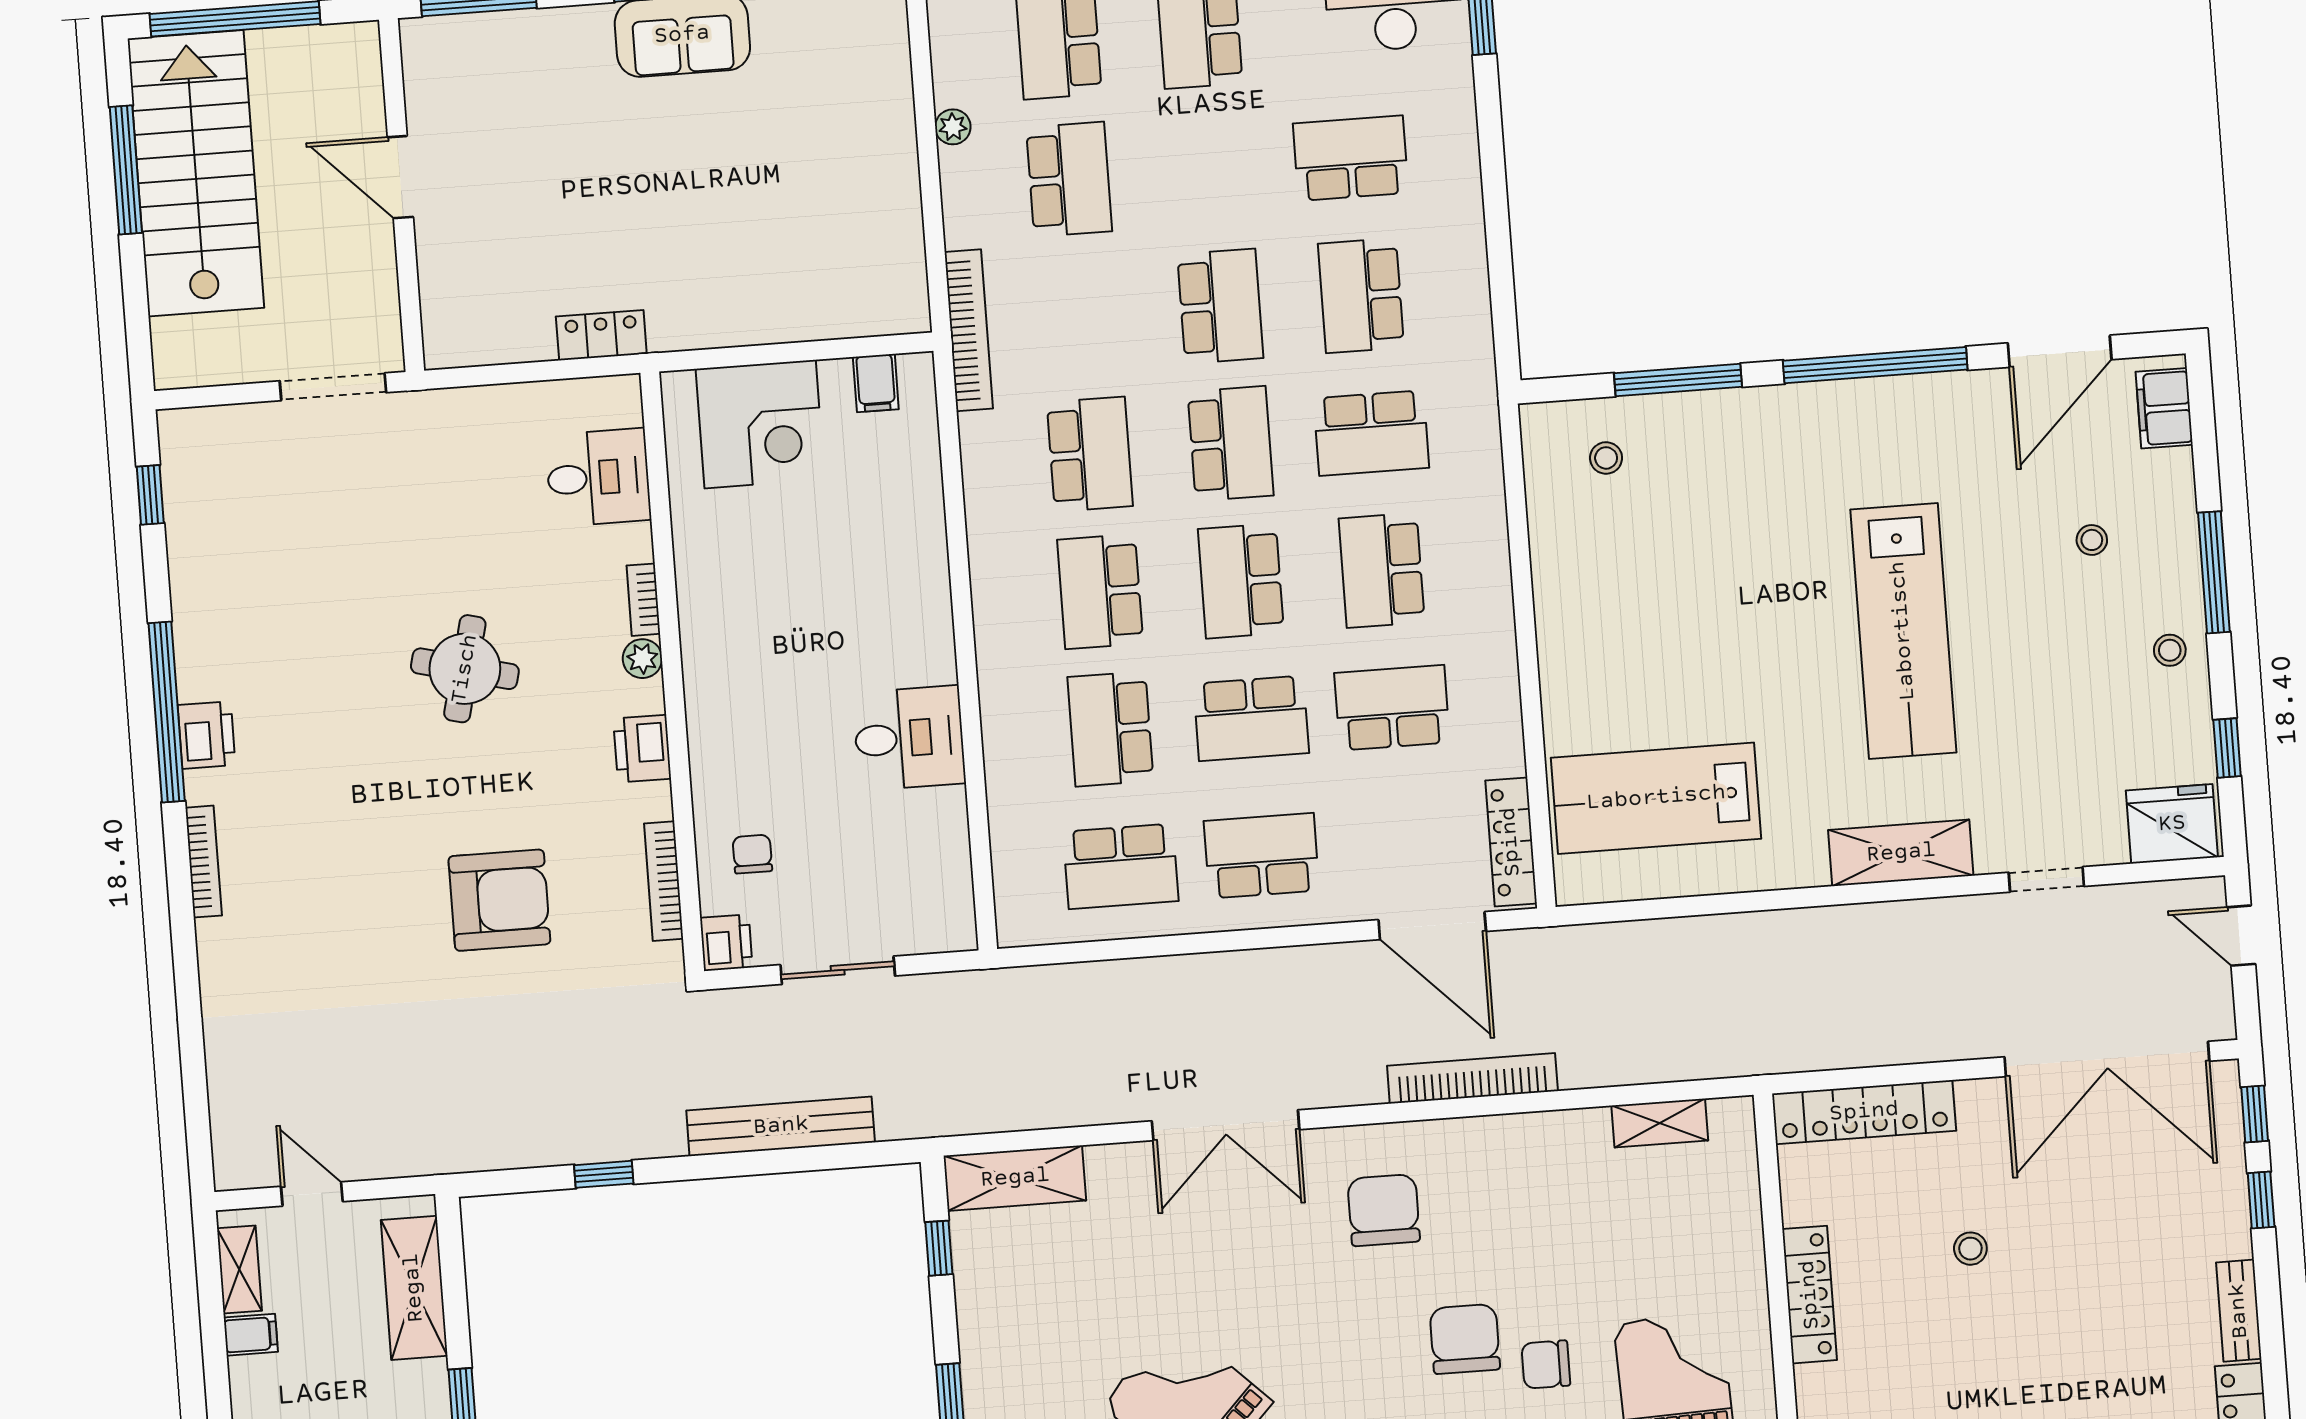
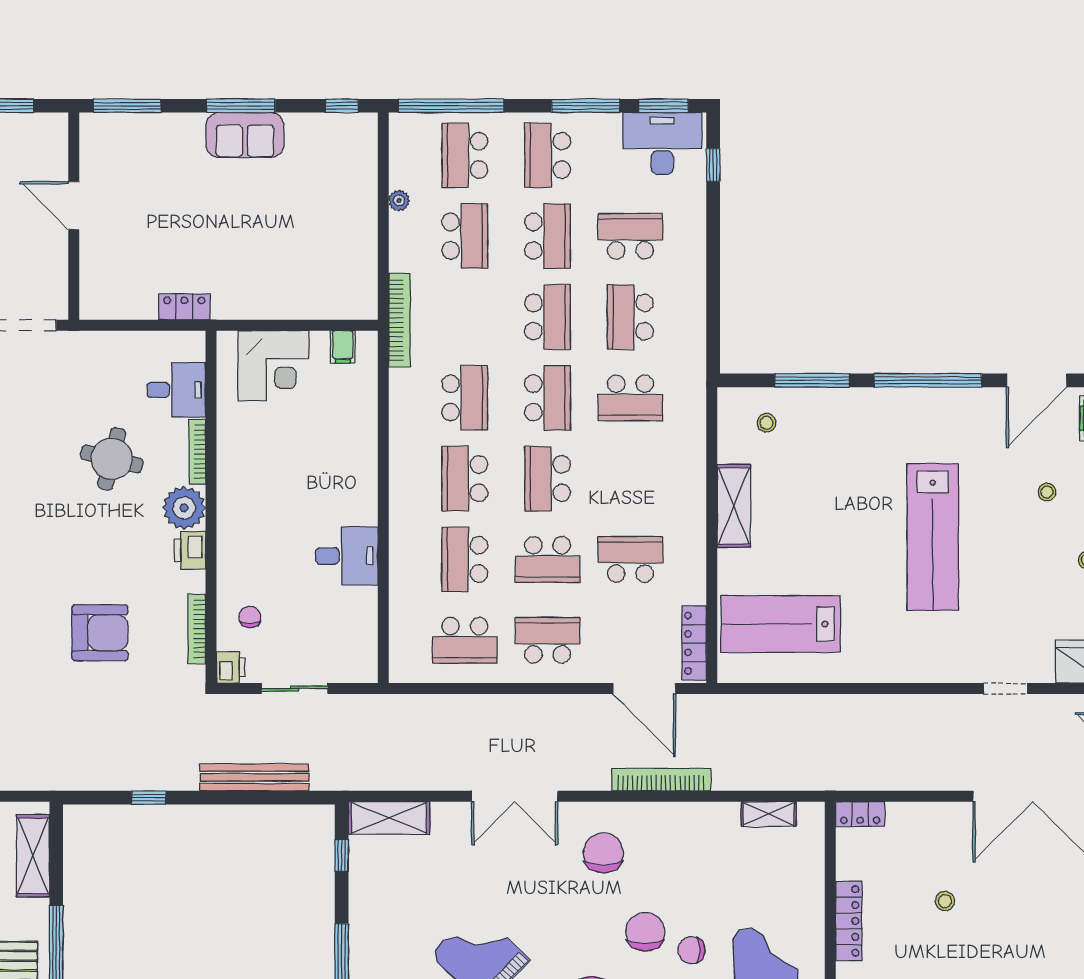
school desk: (1382, 570) -> (548, 236), moved, turned 180
bookcase: (643, 600) -> (197, 452), width x1.56
plant: (642, 659) -> (184, 508), width x1.87, depth x1.87
round table: (465, 669) -> (112, 459), moved
shelving: (1901, 853) -> (734, 506), moved, turned 90
locker: (1864, 1112) -> (860, 814), width x0.46, depth x0.83

